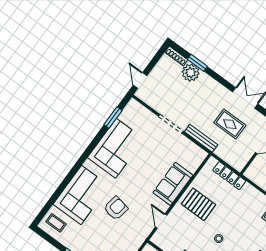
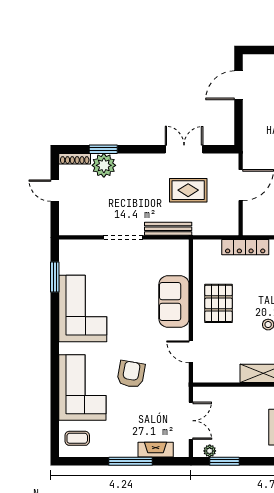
door: (140, 81) -> (55, 191), moved
locker: (229, 176) -> (245, 247), moved
pallet: (199, 204) -> (219, 303), turned 90

